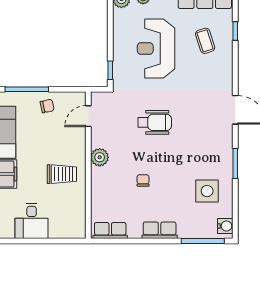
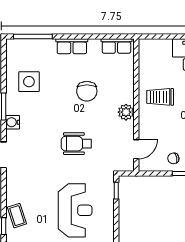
coffee table: (205, 41) -> (17, 216), moved
chair: (143, 180) -> (87, 91), width x1.87, depth x1.87
water cooler: (225, 226) -> (13, 122), moved

